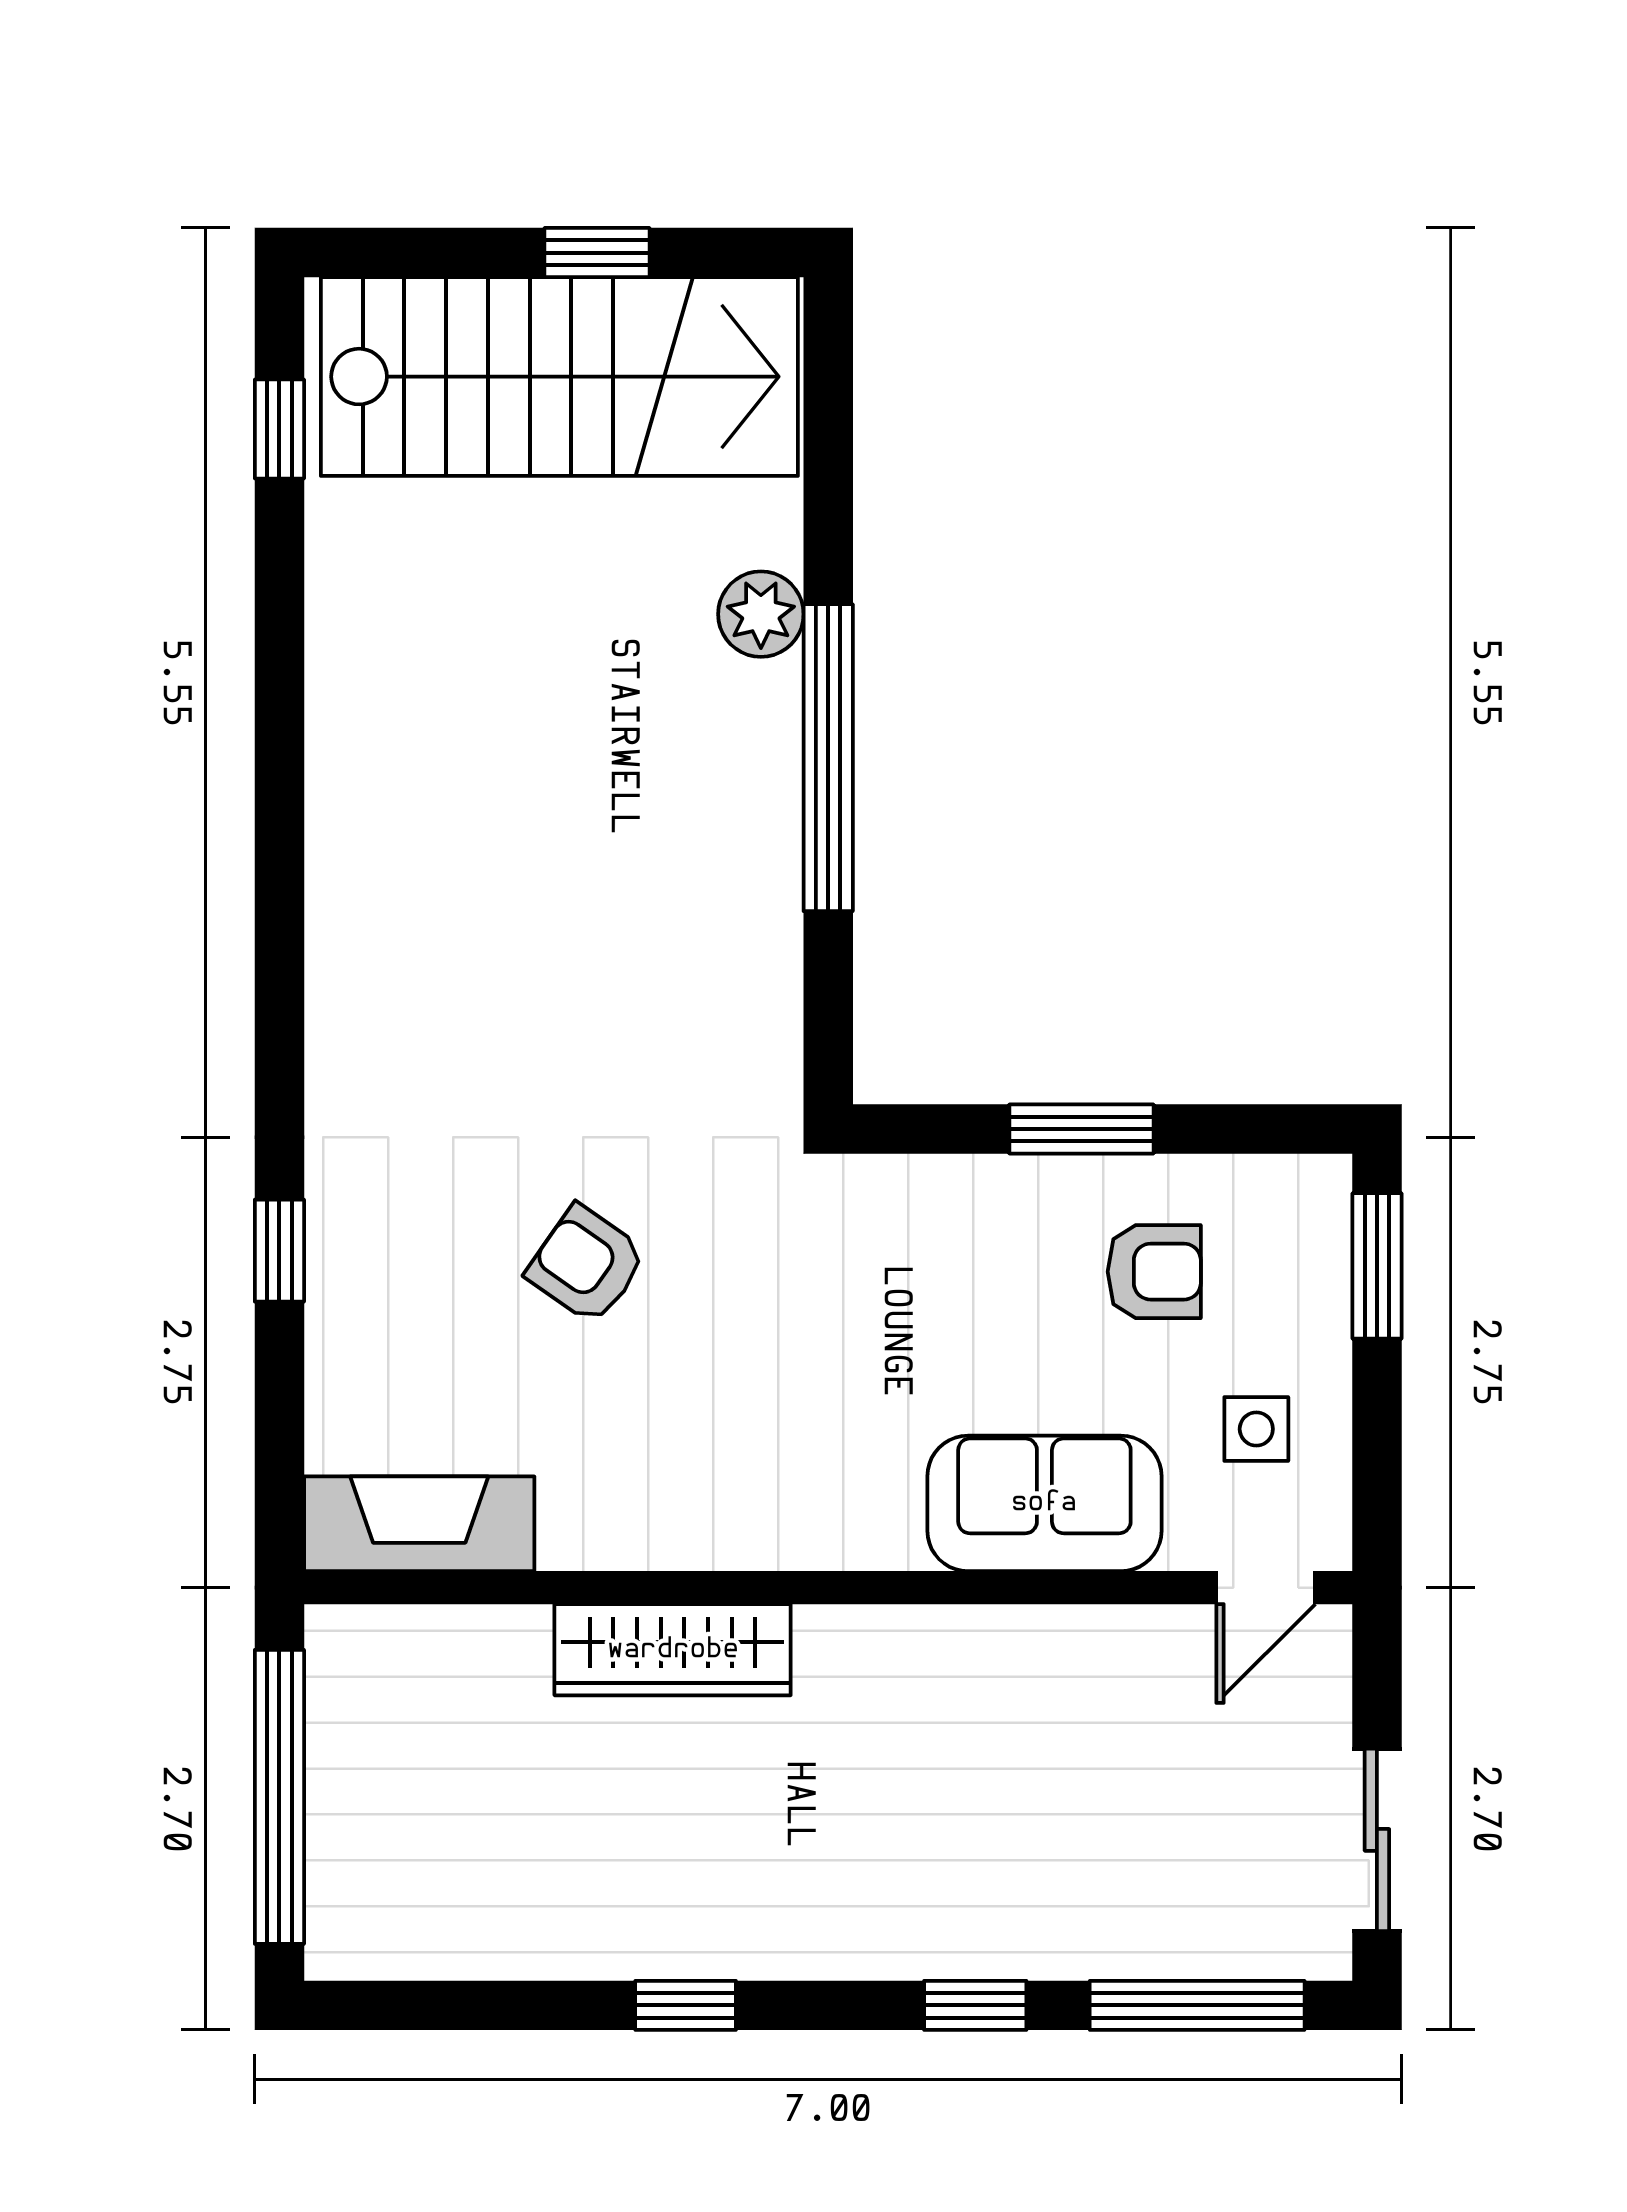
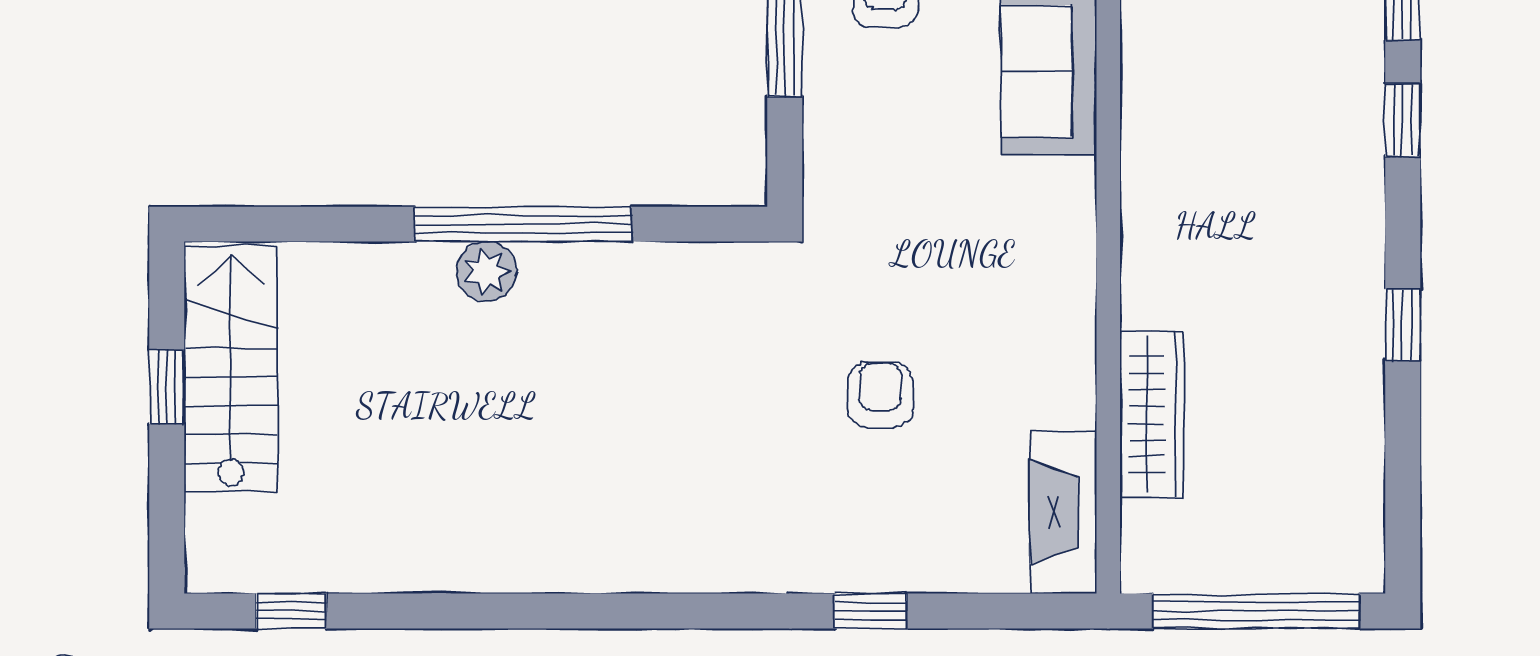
stairs: (559, 377) -> (231, 369), width x0.73, depth x0.66
plant: (761, 614) -> (487, 272), moved
armchair: (587, 1264) -> (880, 394), turned 145
wardrobe: (673, 1650) -> (1152, 414), moved

